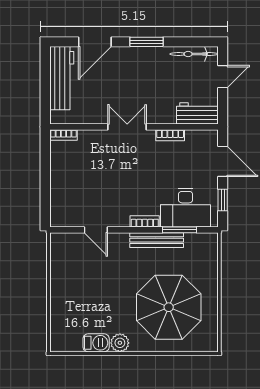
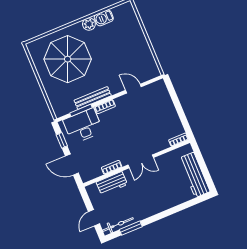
door: (95, 42) -> (183, 206), removed
window: (146, 42) -> (131, 228), moved
workbench: (197, 113) -> (112, 183), moved

